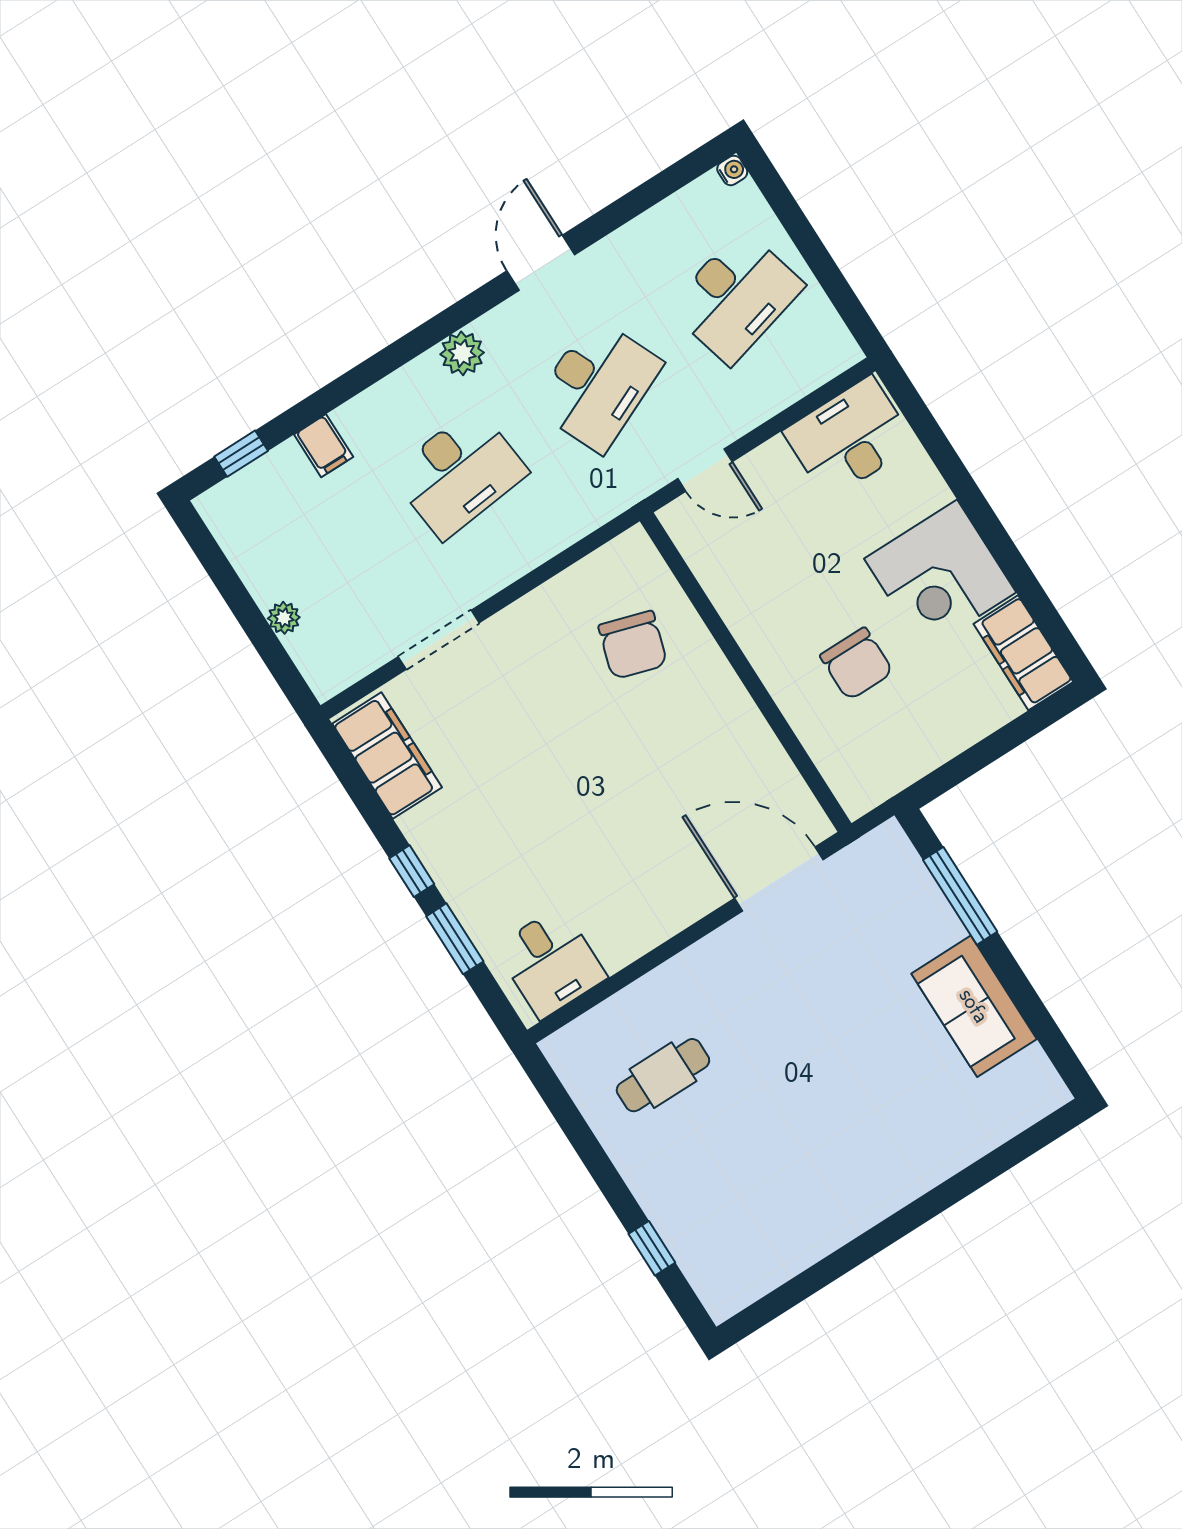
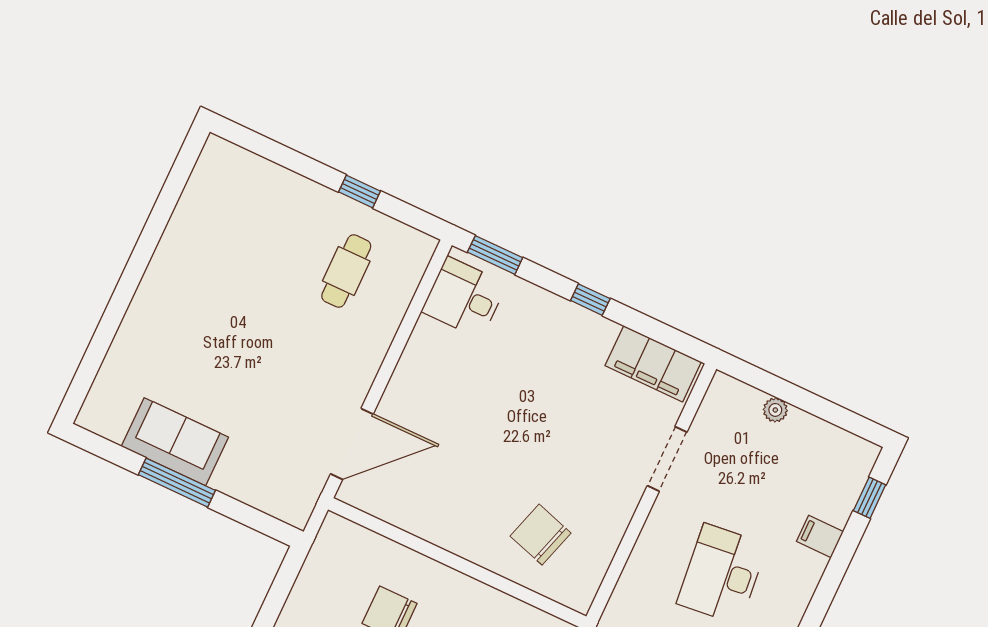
window: (960, 896) -> (177, 483), moved
window: (455, 939) -> (495, 255), moved
window: (652, 1248) -> (360, 191), moved

